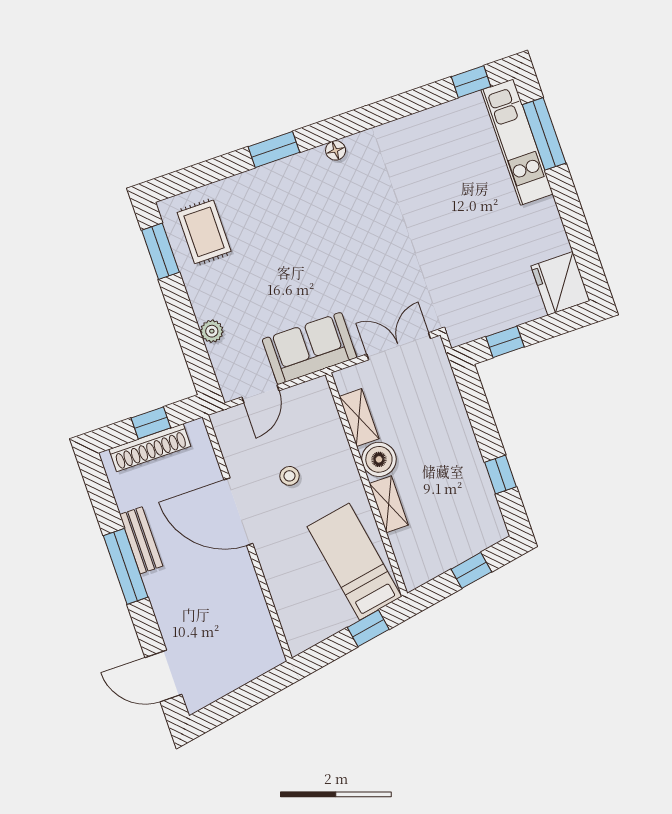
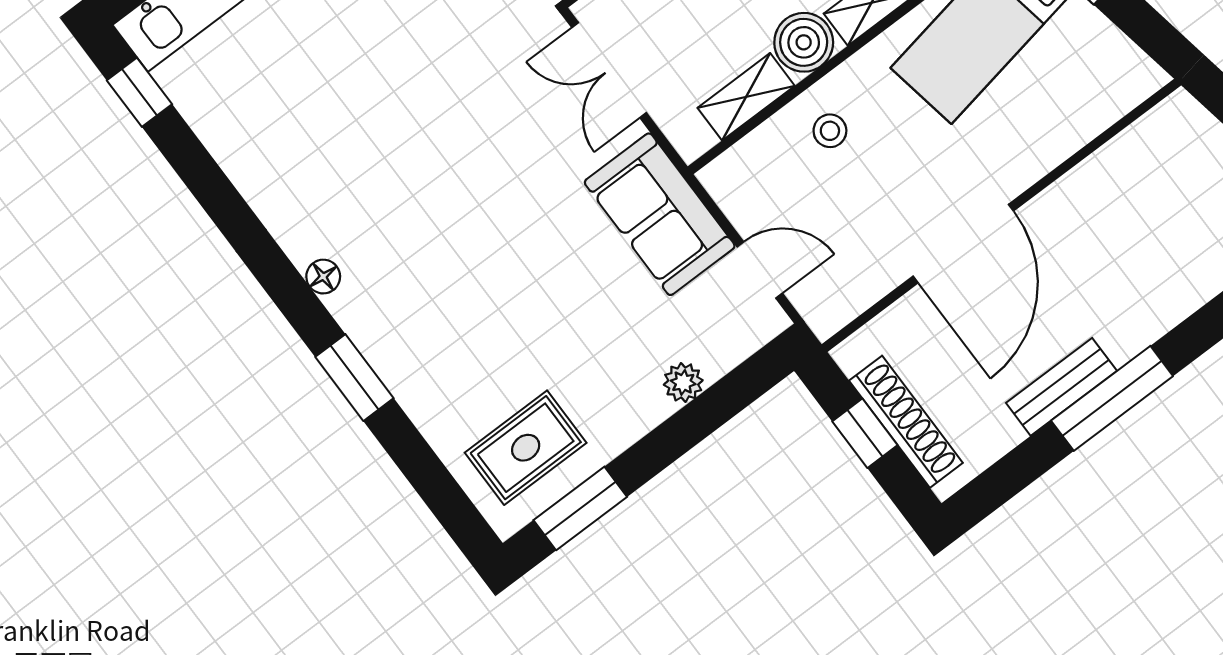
stool: (290, 476) -> (830, 131), moved

